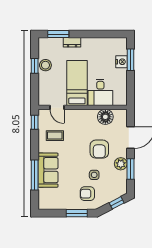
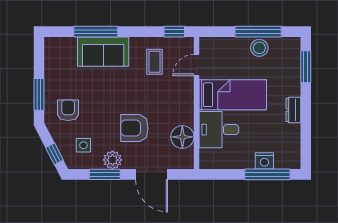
dresser: (72, 42) -> (293, 110), moved
window: (130, 60) -> (267, 174), width x1.44
window: (35, 66) -> (258, 32), width x2.17
side table: (94, 175) -> (83, 145), moved

